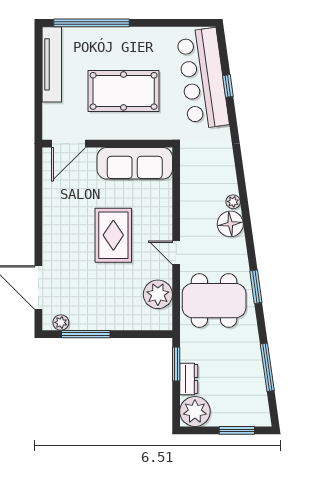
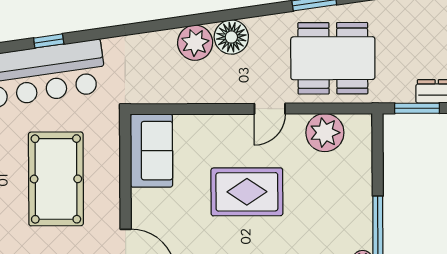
sofa: (135, 163) -> (151, 151), width x0.73
plant: (233, 202) -> (195, 43), width x1.88, depth x1.88
dining table: (214, 301) -> (333, 58), turned 90

